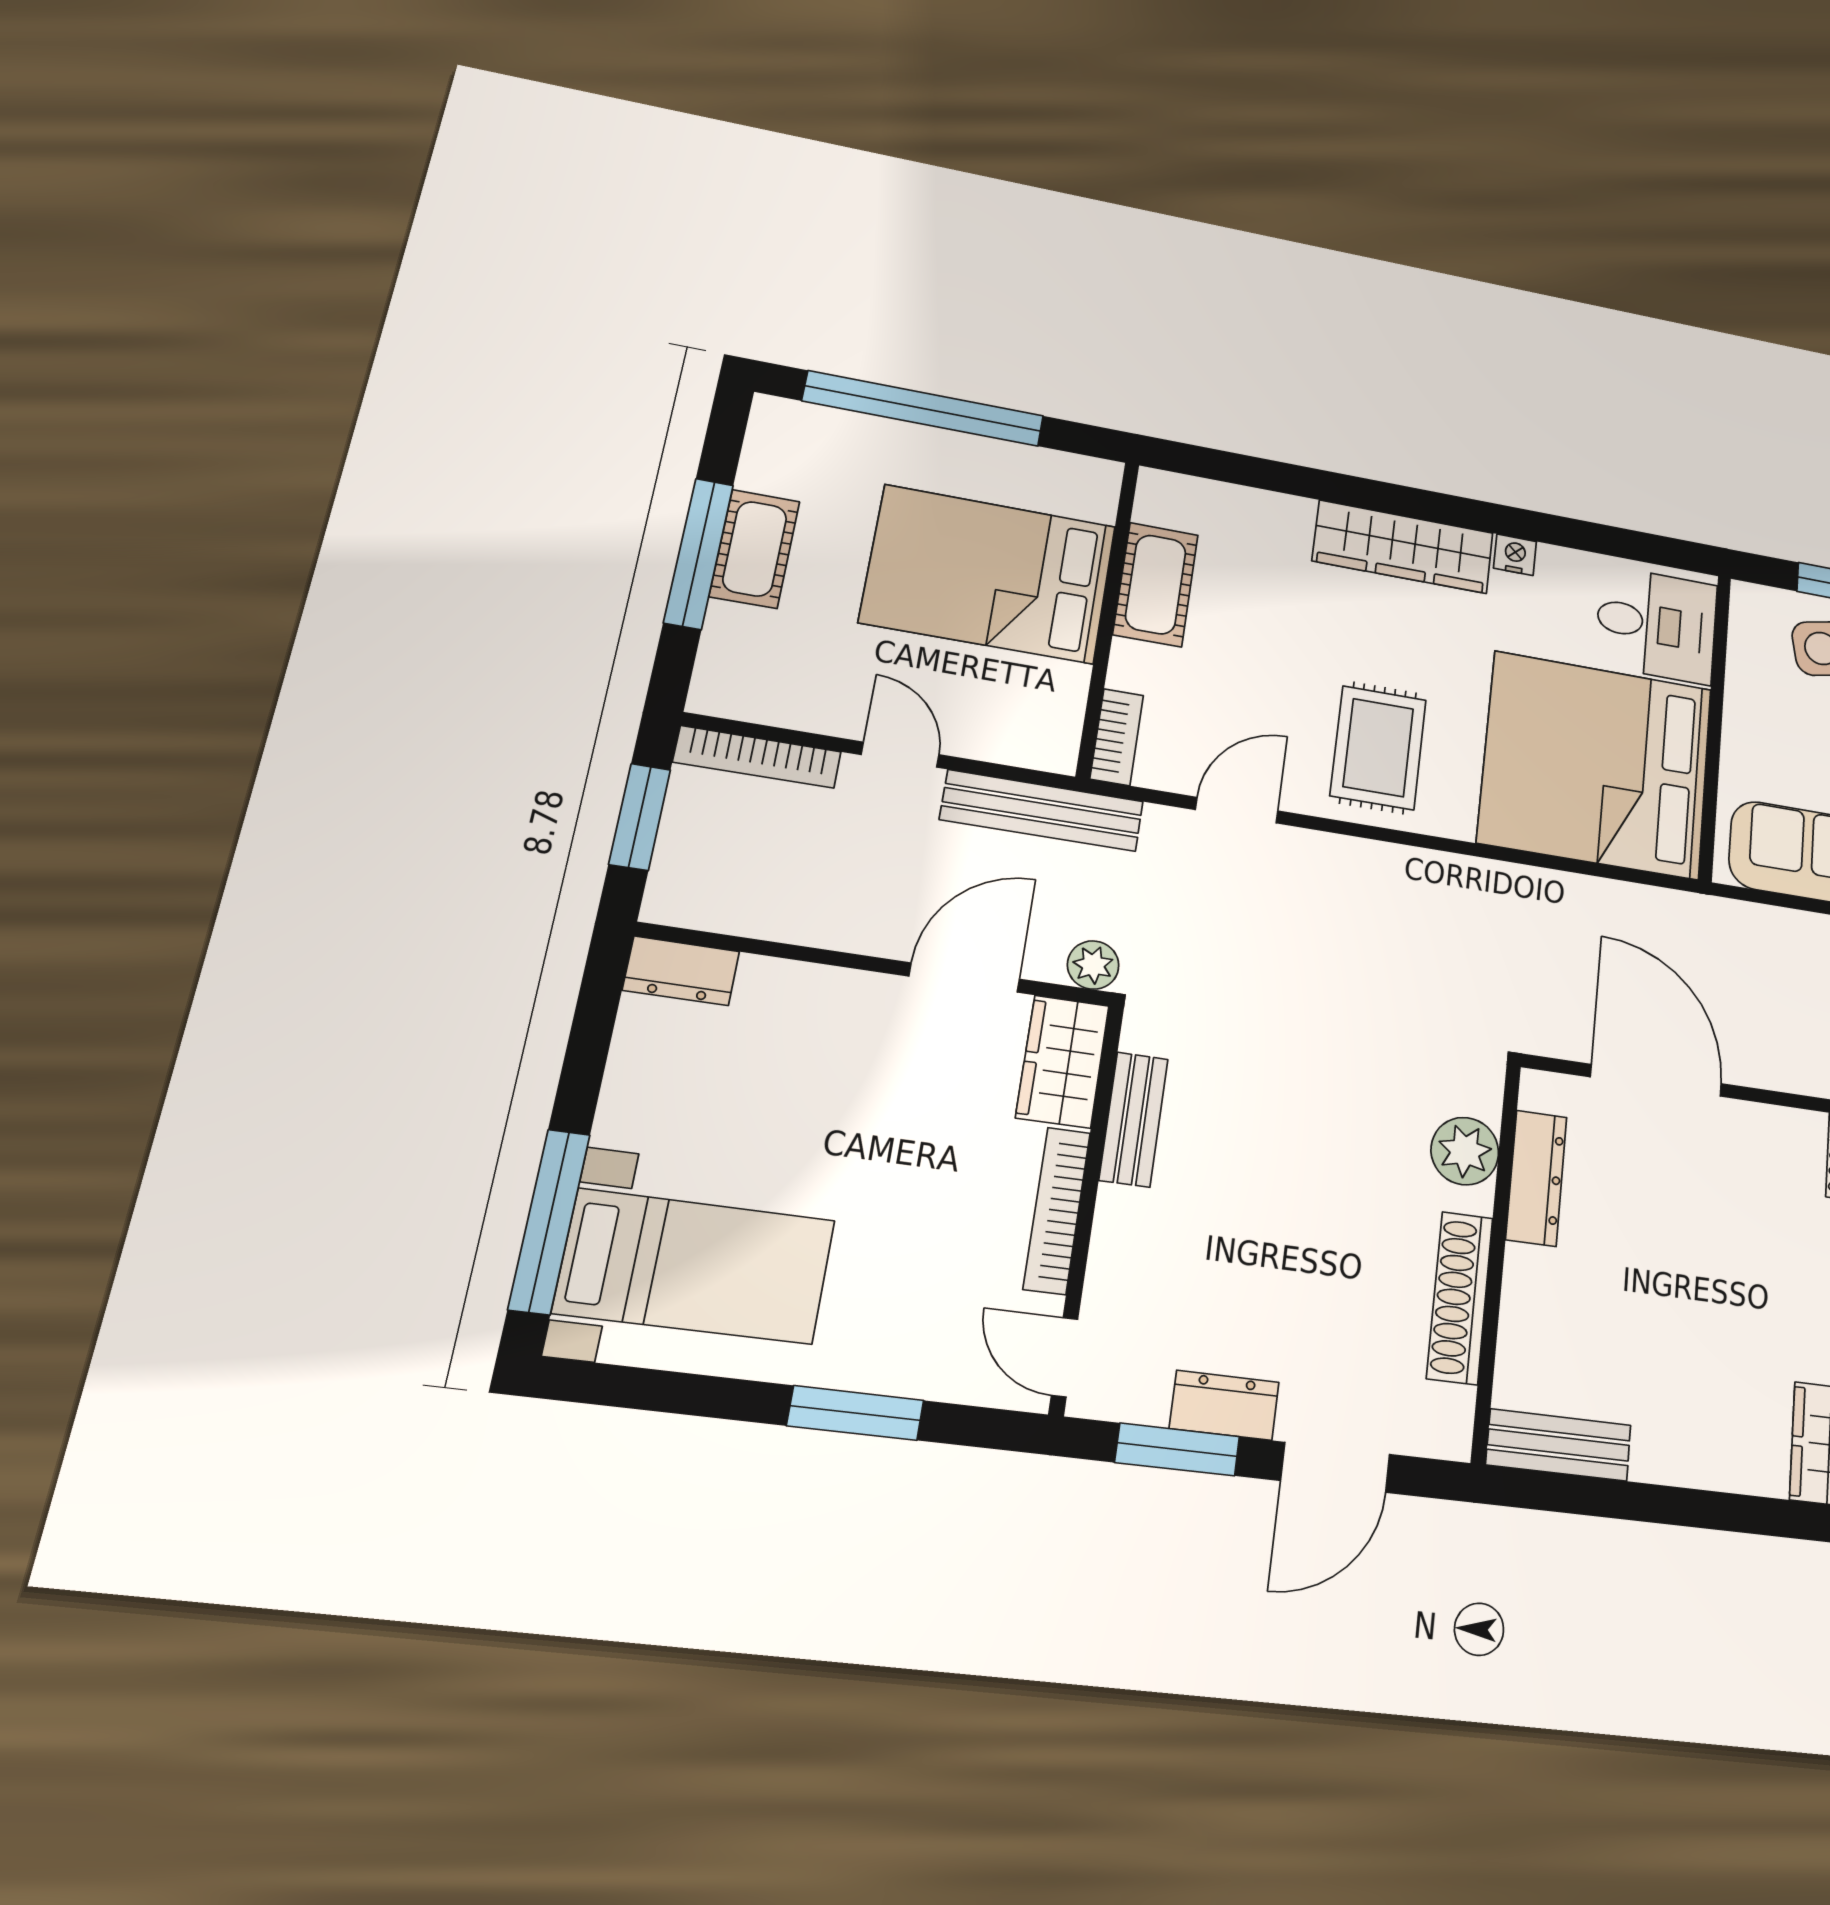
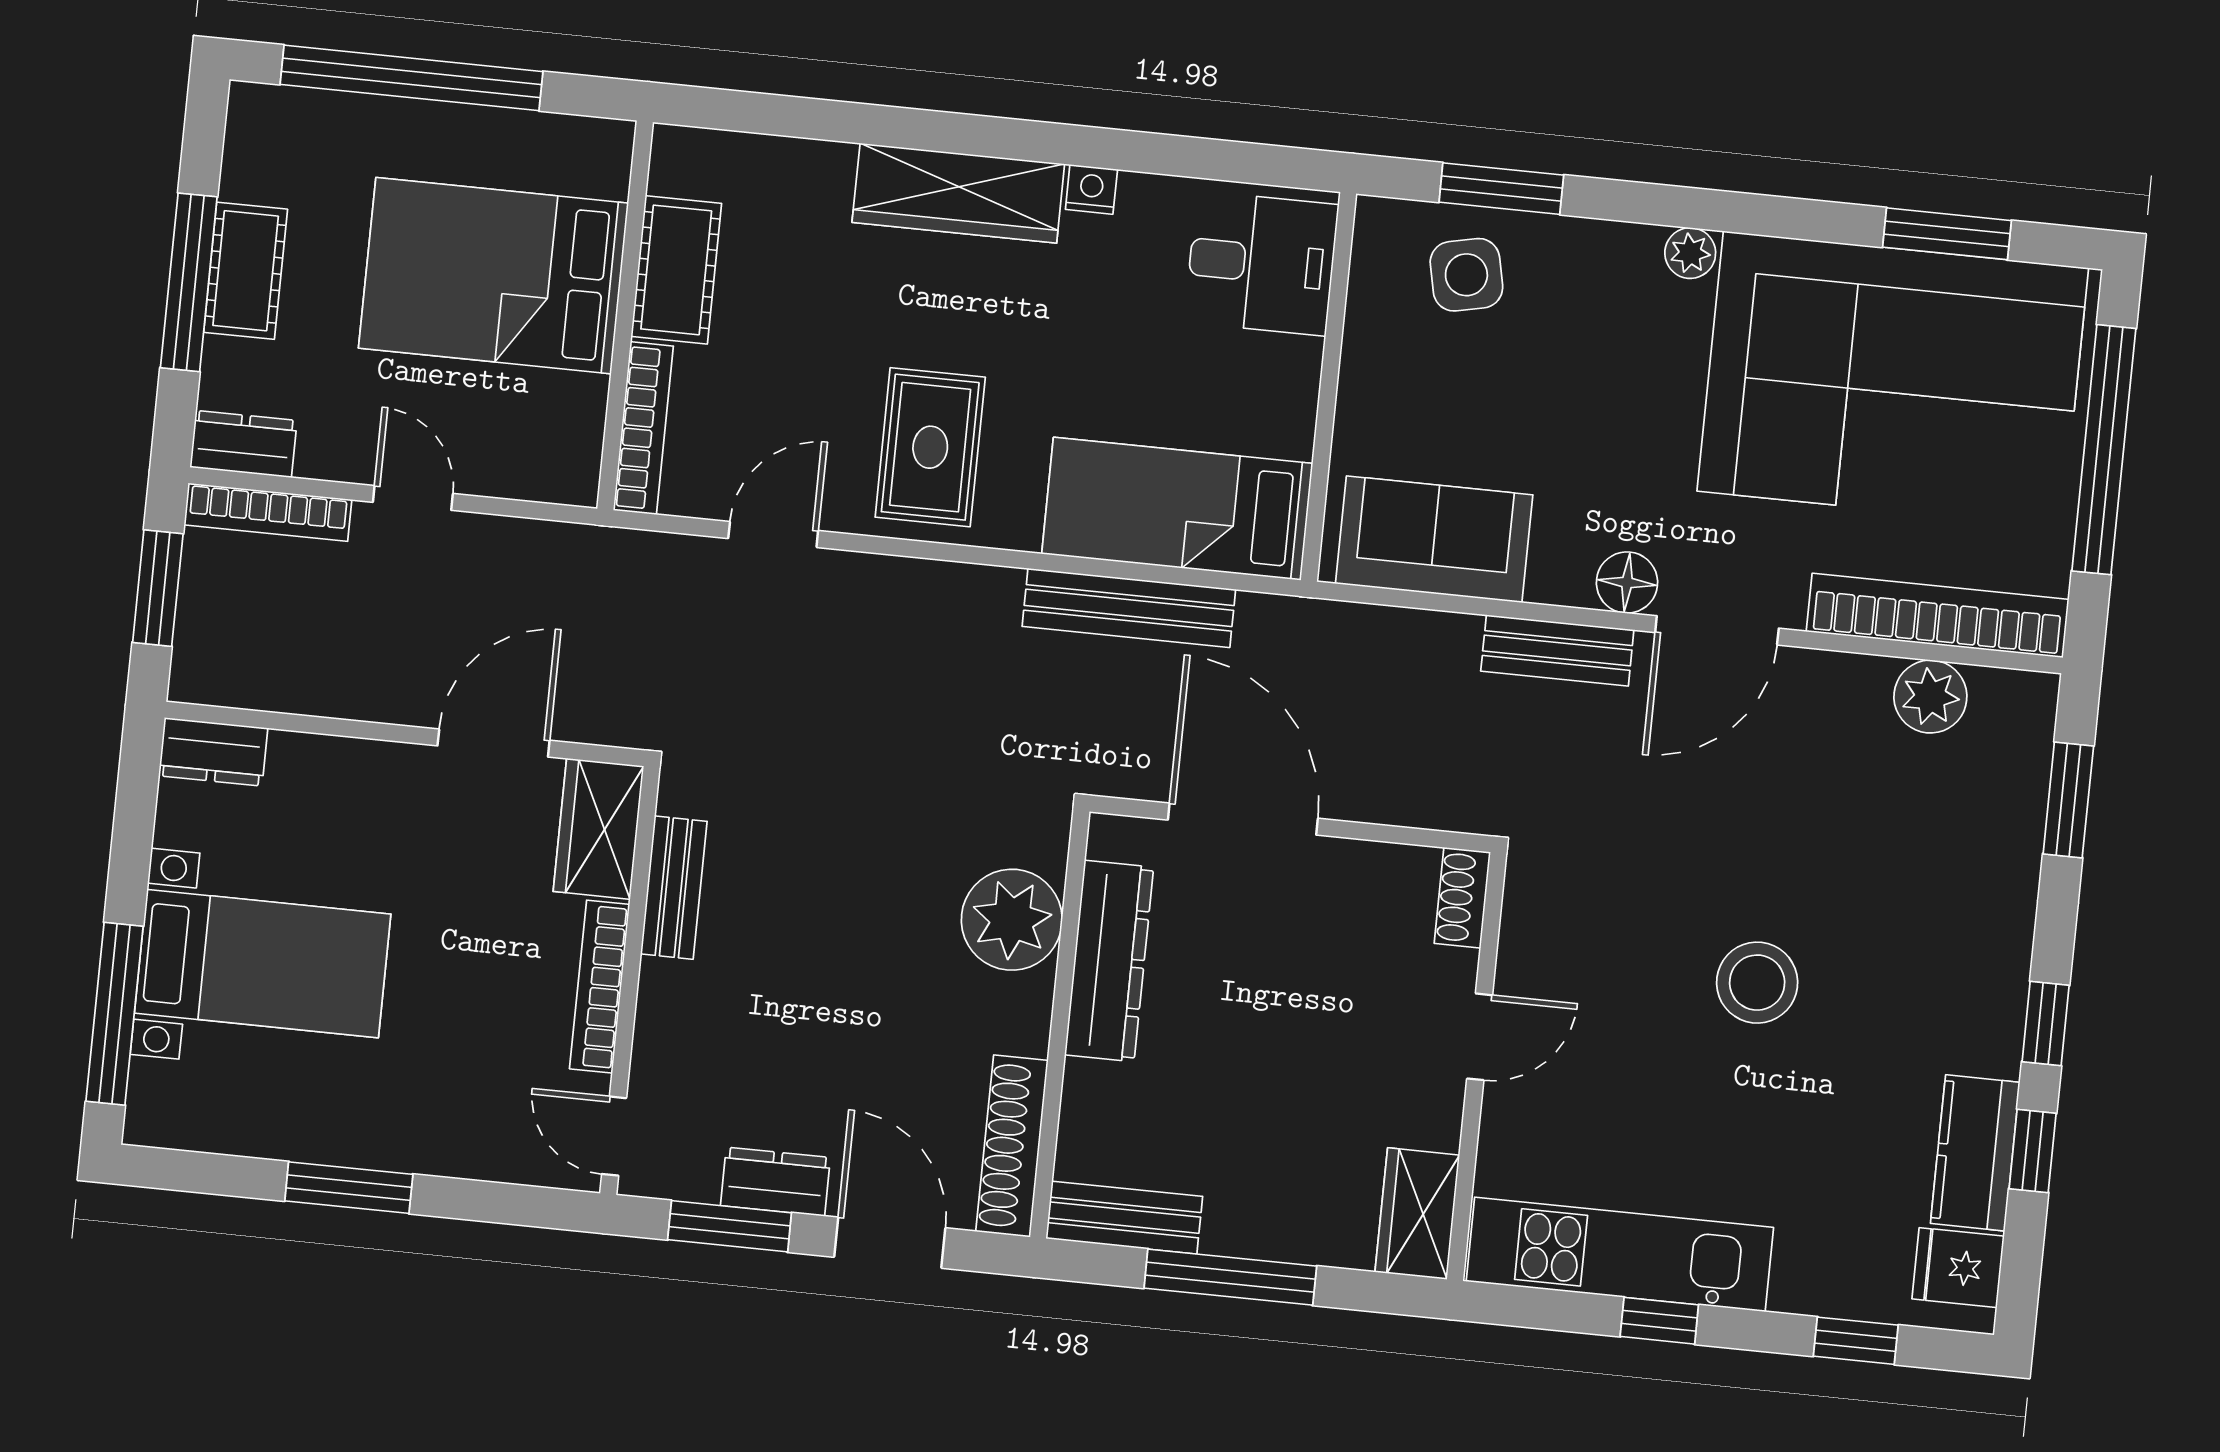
dresser: (739, 695) -> (243, 444), added
bookcase: (1117, 737) -> (643, 428), width x1.56
bed: (1596, 765) -> (1177, 509), width x0.49
bench: (1042, 811) -> (1129, 608), moved
plant: (1093, 965) -> (625, 722), removed
plant: (1465, 1151) -> (1012, 920), width x1.36, depth x1.36
dresser: (1536, 1178) -> (1109, 961), width x1.37, depth x1.24
bed with nightstands: (695, 1266) -> (263, 964), moved
shoe rack: (1460, 1298) -> (1012, 1146), moved
window: (855, 1413) -> (349, 1188), moved
door: (1335, 1467) -> (890, 1243), swing flipped
window: (1658, 1504) -> (1230, 1277), added

